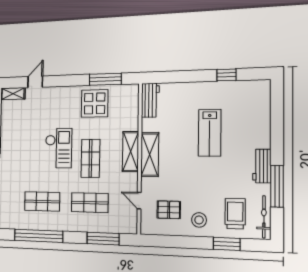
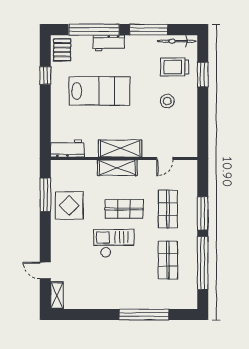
window: (277, 126) -> (94, 30), added
lab bench: (210, 133) -> (100, 91), width x1.36, depth x1.39
workbench: (262, 166) -> (109, 43), moved
pallet: (169, 210) -> (62, 50), moved
stool: (199, 220) -> (167, 101), moved
window: (103, 239) -> (203, 213), moved

